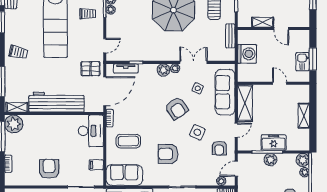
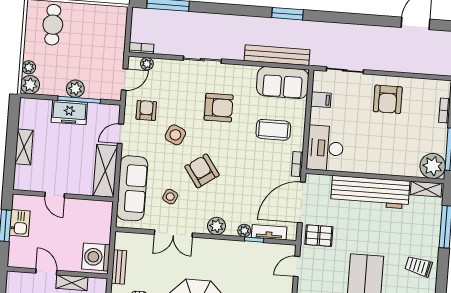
washing machine: (247, 54) -> (96, 257), moved
plant: (175, 68) -> (244, 231), moved

